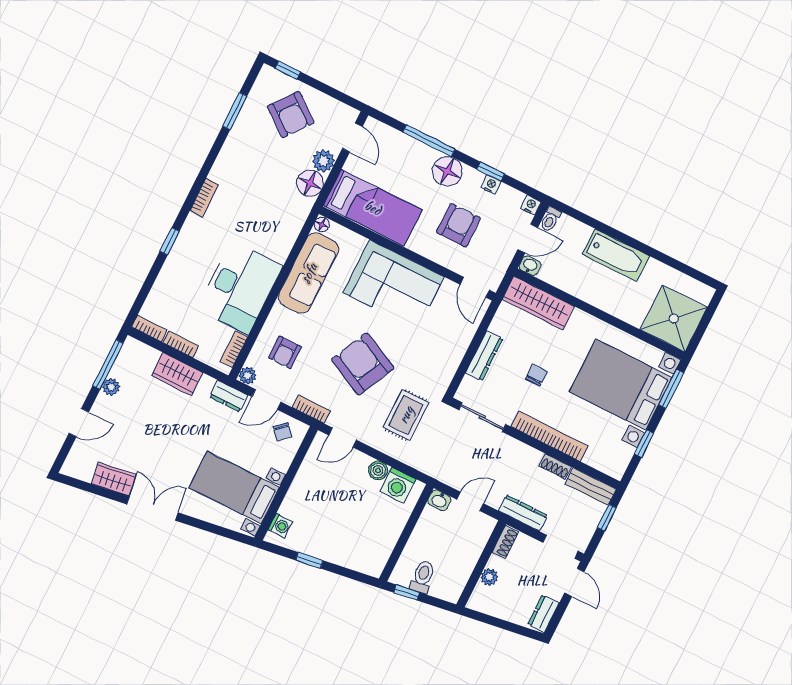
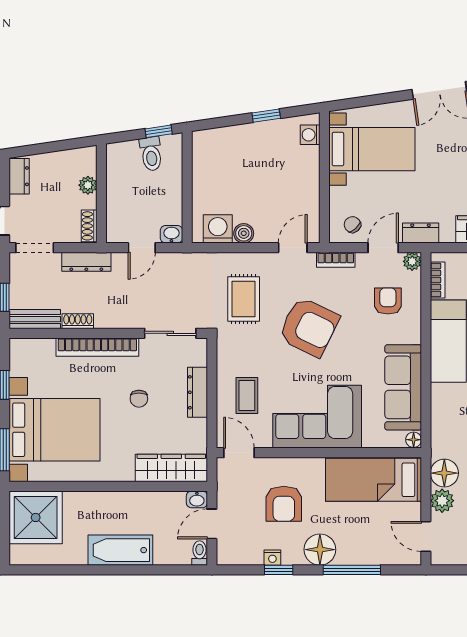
nightstand: (531, 205) -> (225, 557), removed
coffee table: (444, 332) -> (247, 395), added

